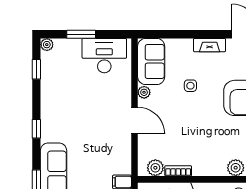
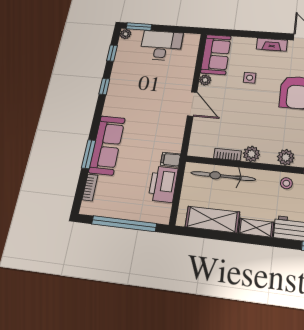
window: (81, 34) -> (139, 27), moved
desk: (104, 56) -> (161, 45), moved
window: (36, 129) -> (104, 86), moved
plant: (155, 168) -> (251, 154), moved

